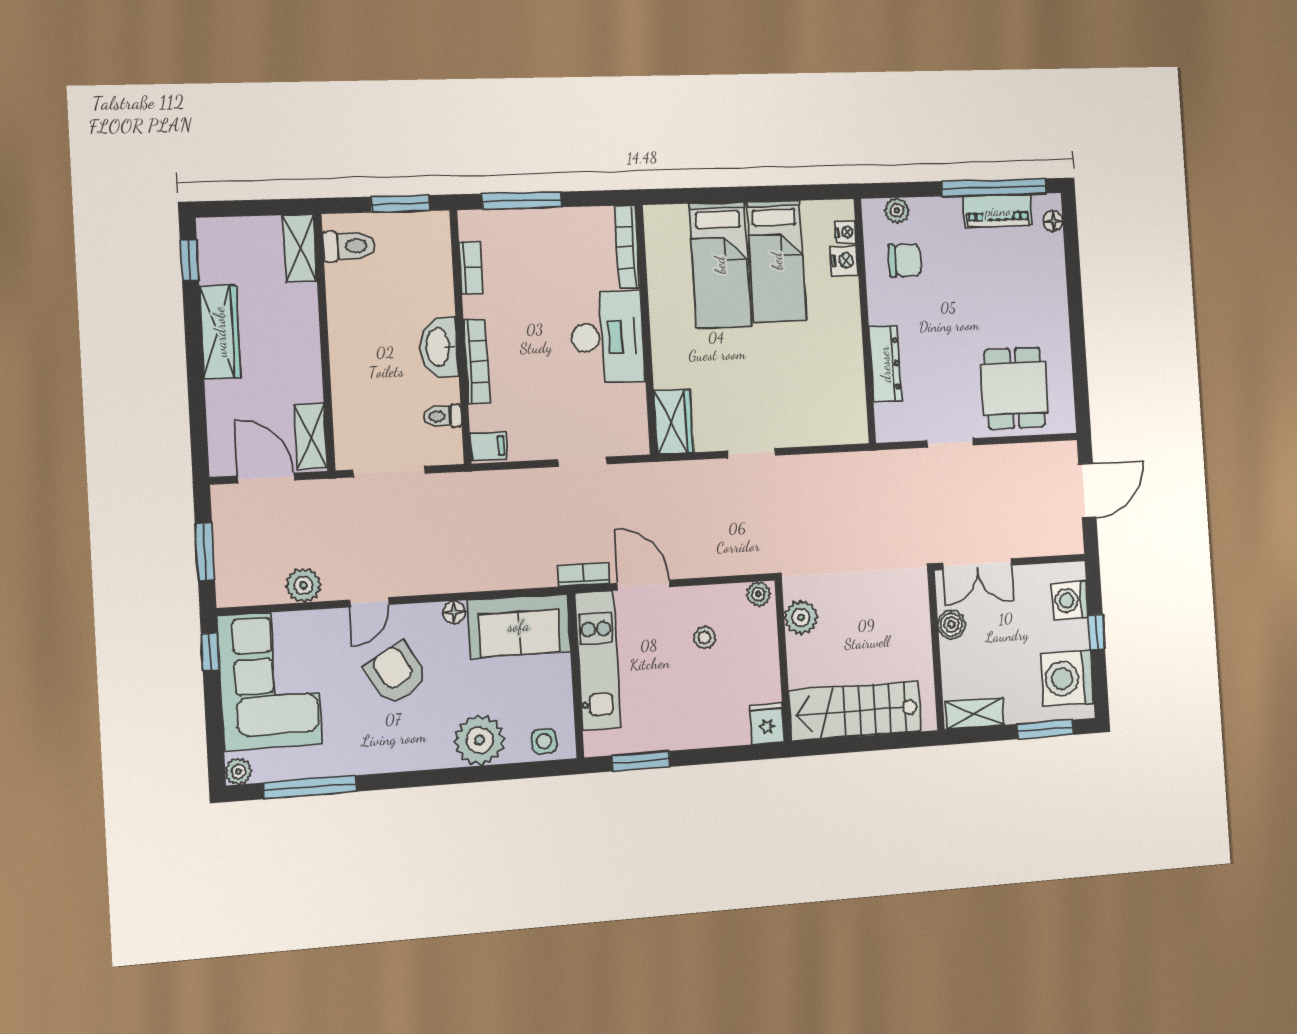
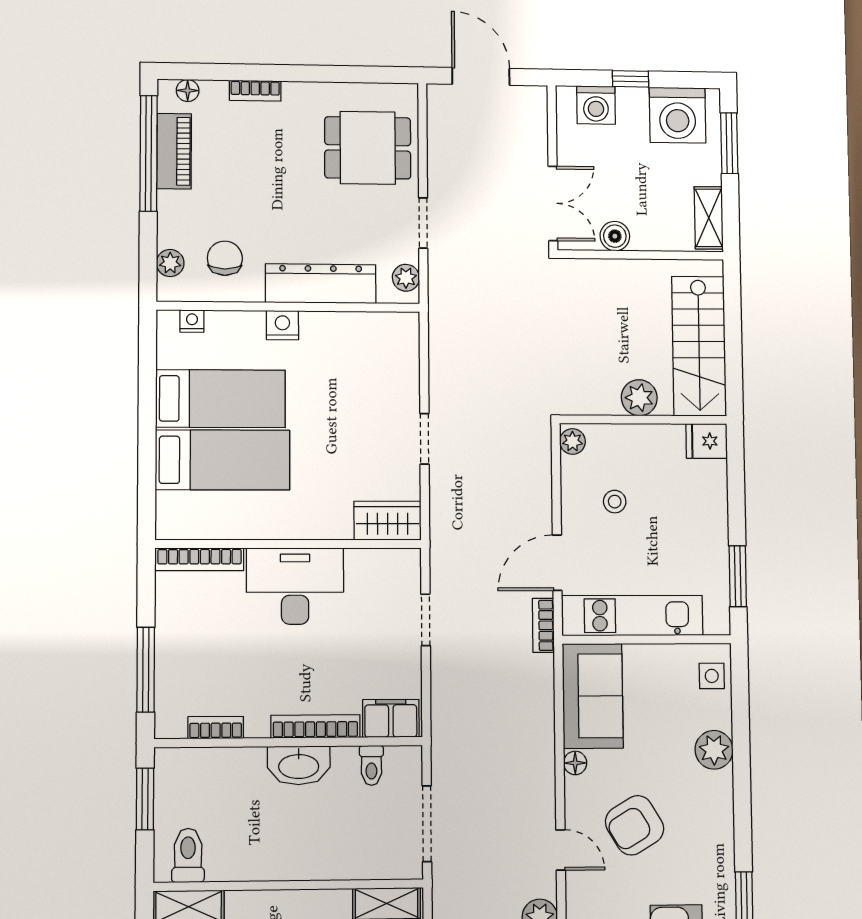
nightstand: (844, 261) -> (282, 325), moved
bookcase: (1058, 283) -> (255, 91), added
dresser: (885, 364) -> (321, 284), width x1.37, depth x1.24
plant: (899, 429) -> (406, 278), added
filing cabinet: (489, 446) -> (391, 718), width x2.00
plant: (801, 617) -> (639, 398), moved
plant: (479, 740) -> (714, 750), width x0.73, depth x0.73

